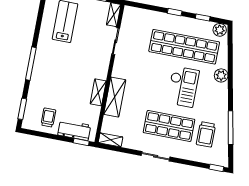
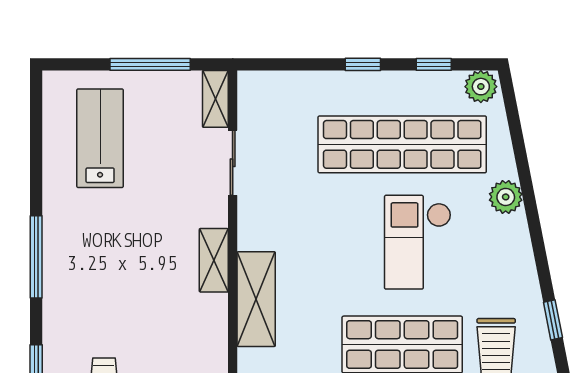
checkout: (183, 87) -> (418, 242), turned 180
shelving: (98, 92) -> (214, 260), moved
window: (231, 128) -> (553, 320), width x0.46

